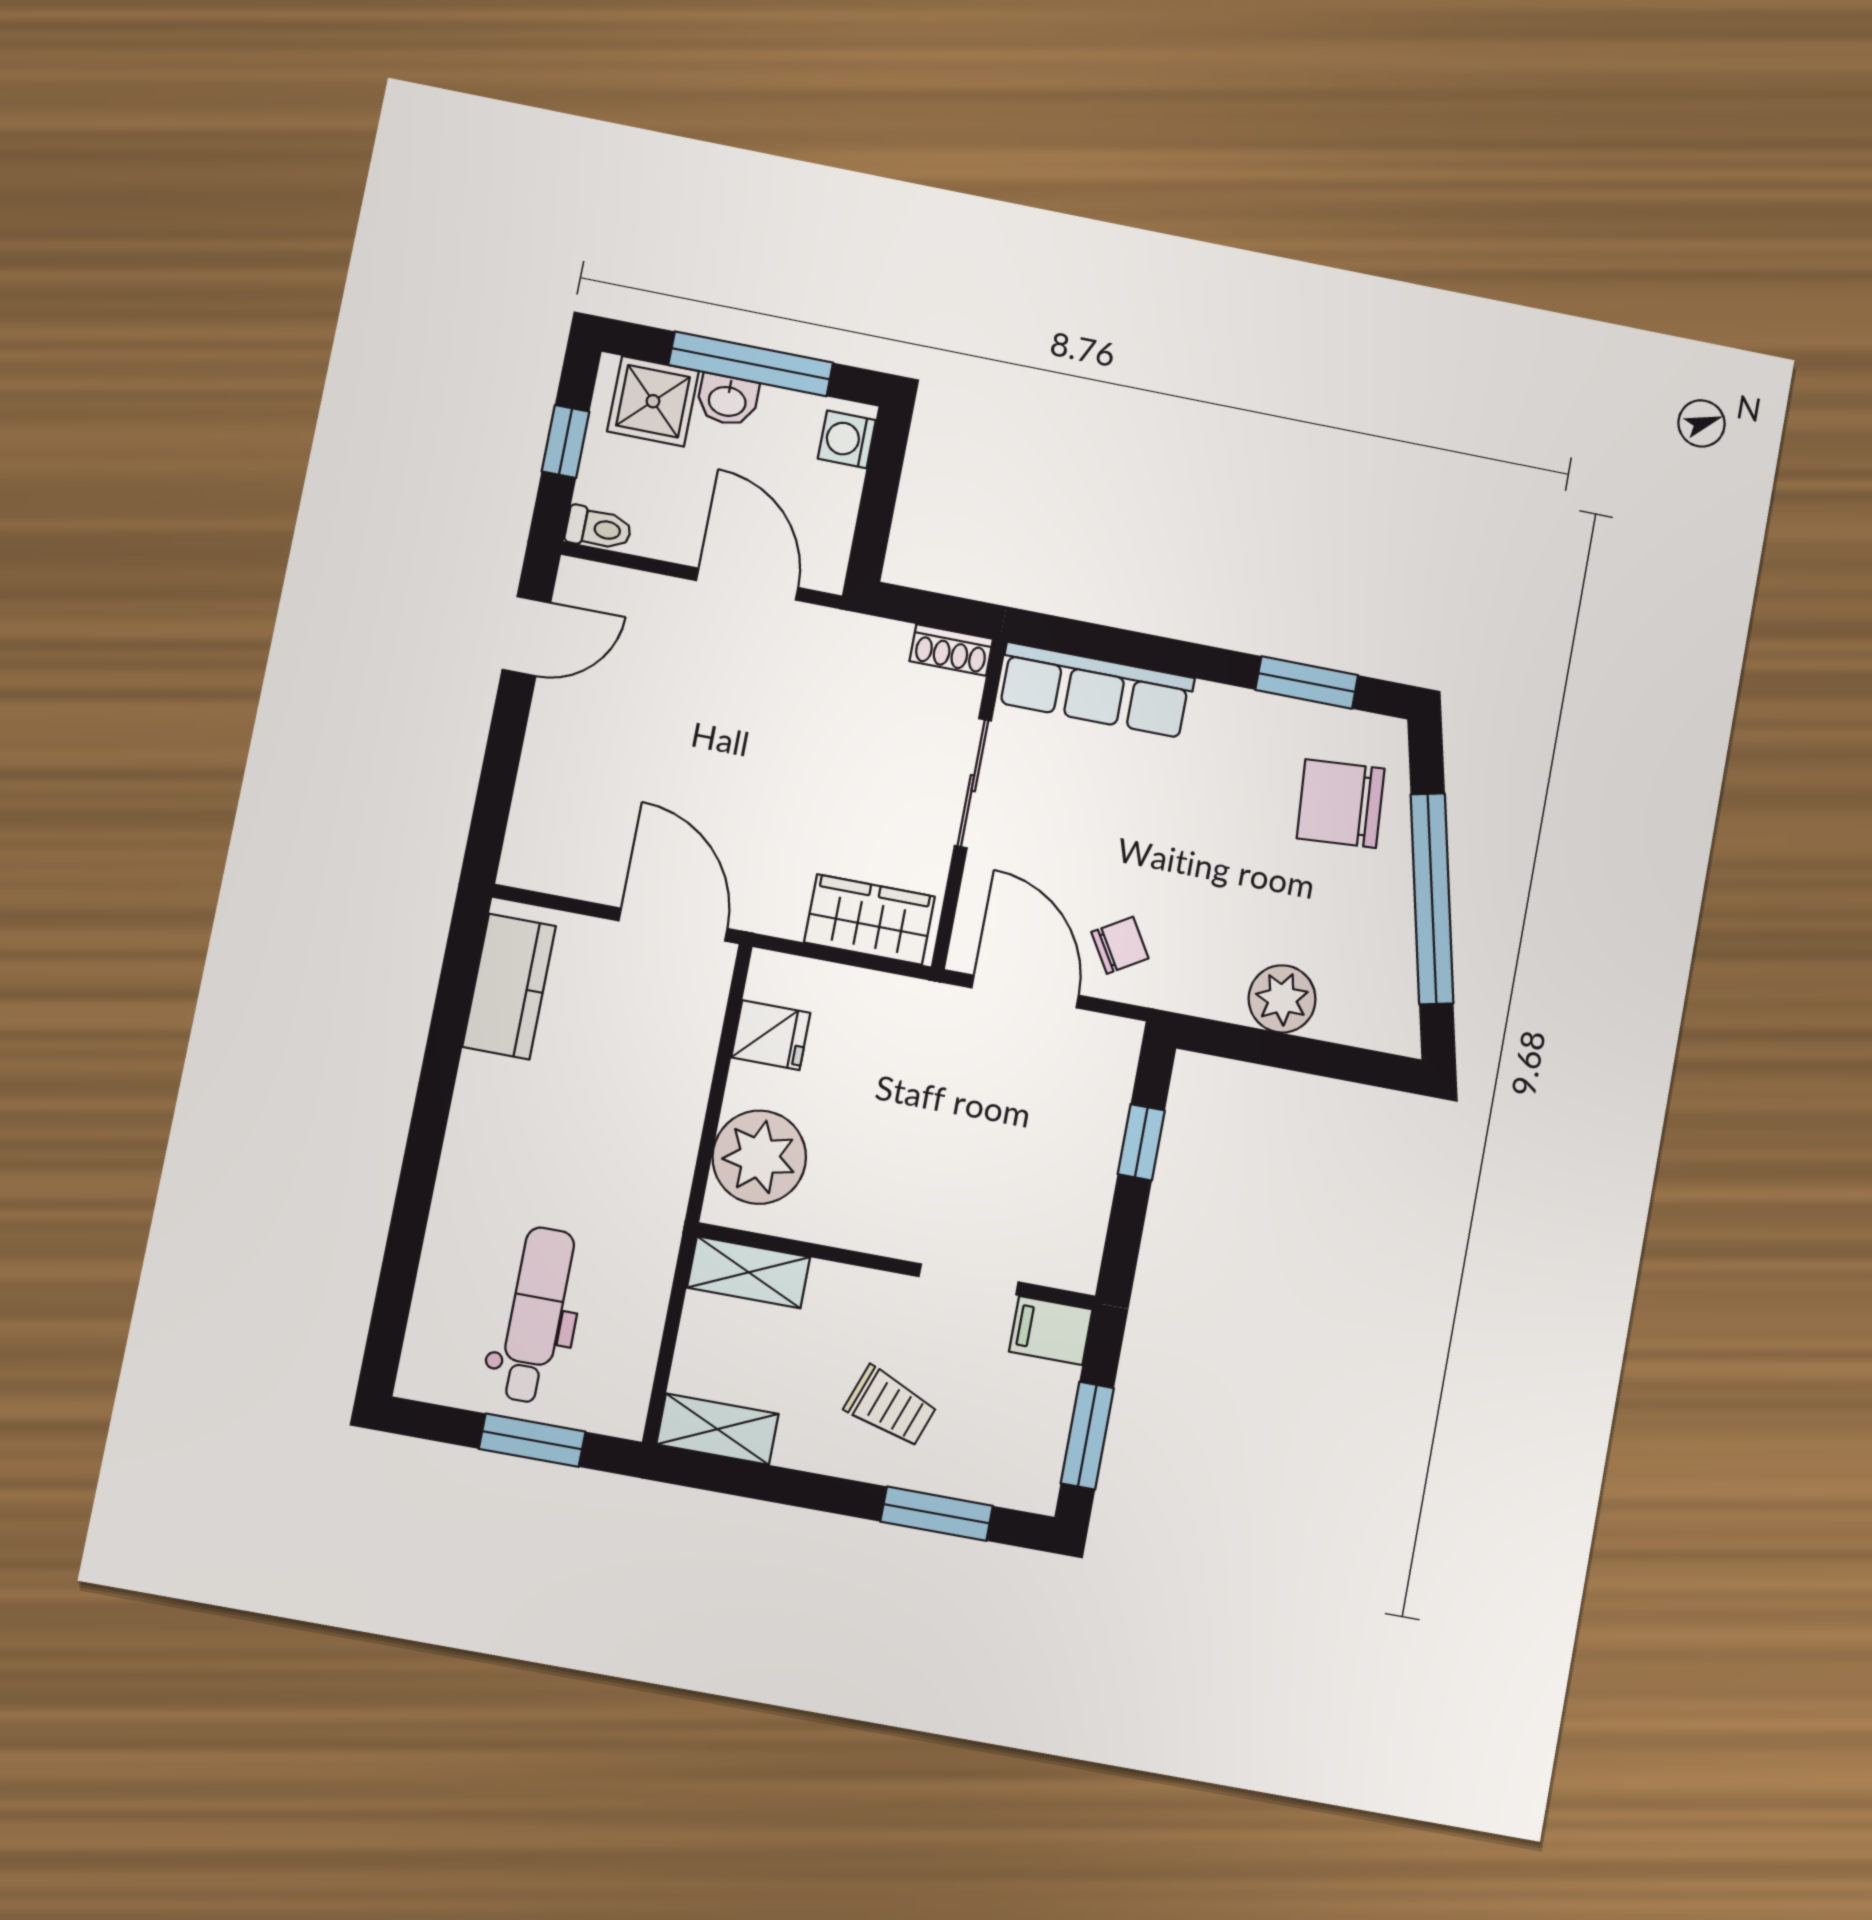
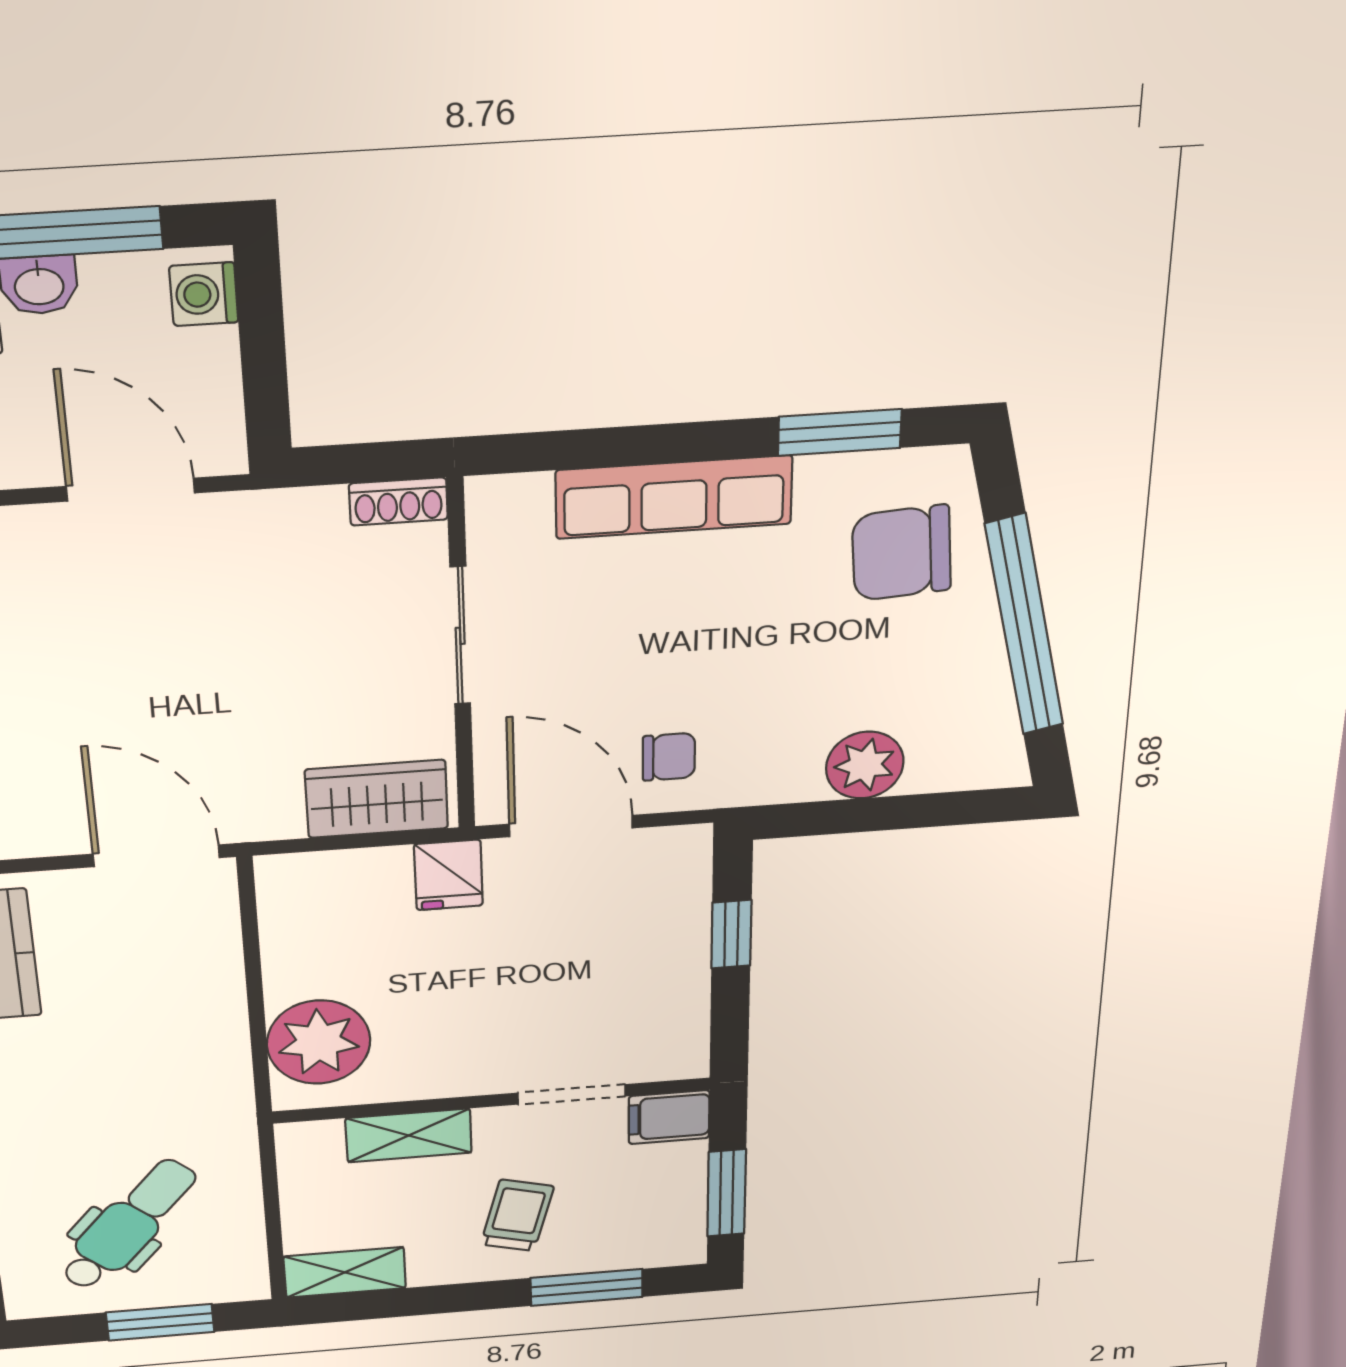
row of seats: (1095, 690) -> (674, 497), moved
chair: (1120, 945) -> (669, 757), turned 31
fridge: (771, 1035) -> (448, 875), moved, turned 90
shelving: (749, 1272) -> (409, 1135), moved
dental chair: (536, 1315) -> (128, 1225), turned 41
trolley: (891, 1407) -> (517, 1215), turned -95

